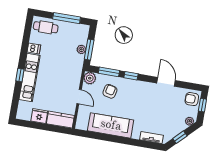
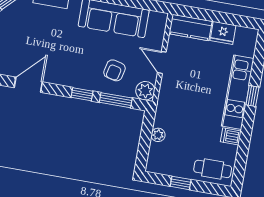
window: (67, 18) -> (181, 183), width x0.46
window: (89, 50) -> (146, 135), removed
door: (166, 82) -> (28, 85), swing flipped

